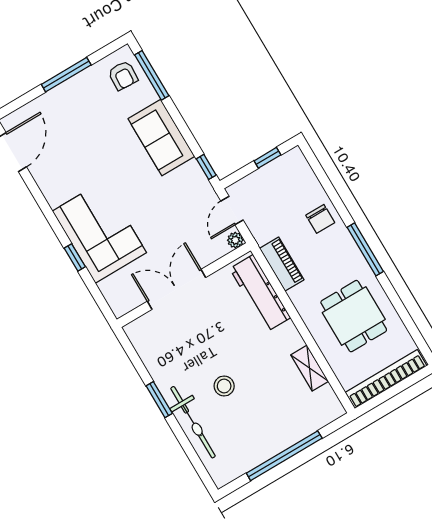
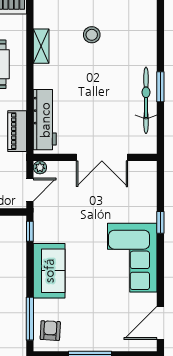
corner sofa: (99, 232) -> (132, 258), moved
stool: (224, 386) -> (92, 35), moved
bicycle: (193, 422) -> (146, 100), moved

